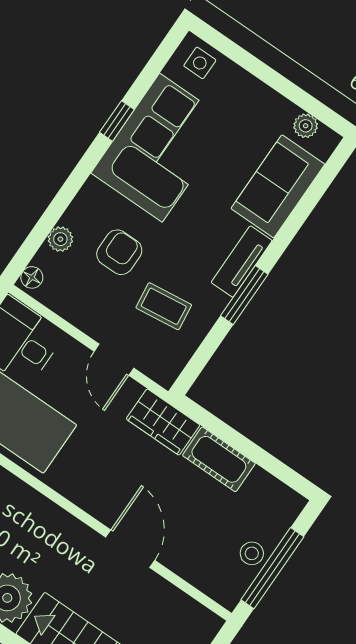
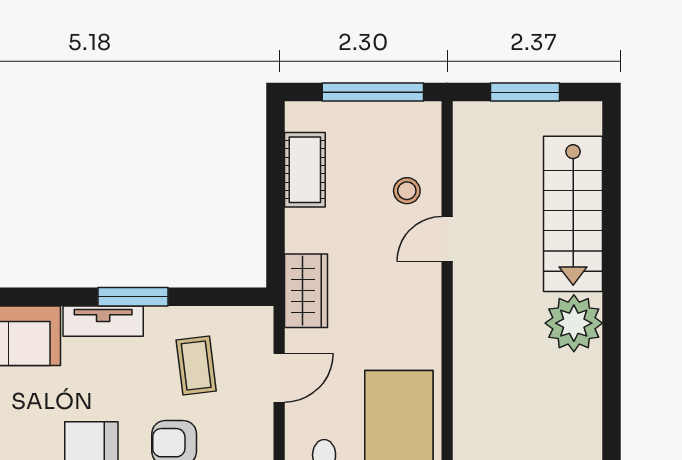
cot: (219, 459) -> (305, 170), moved
door: (130, 549) -> (447, 239), width x0.73
stool: (252, 553) -> (407, 191), moved

